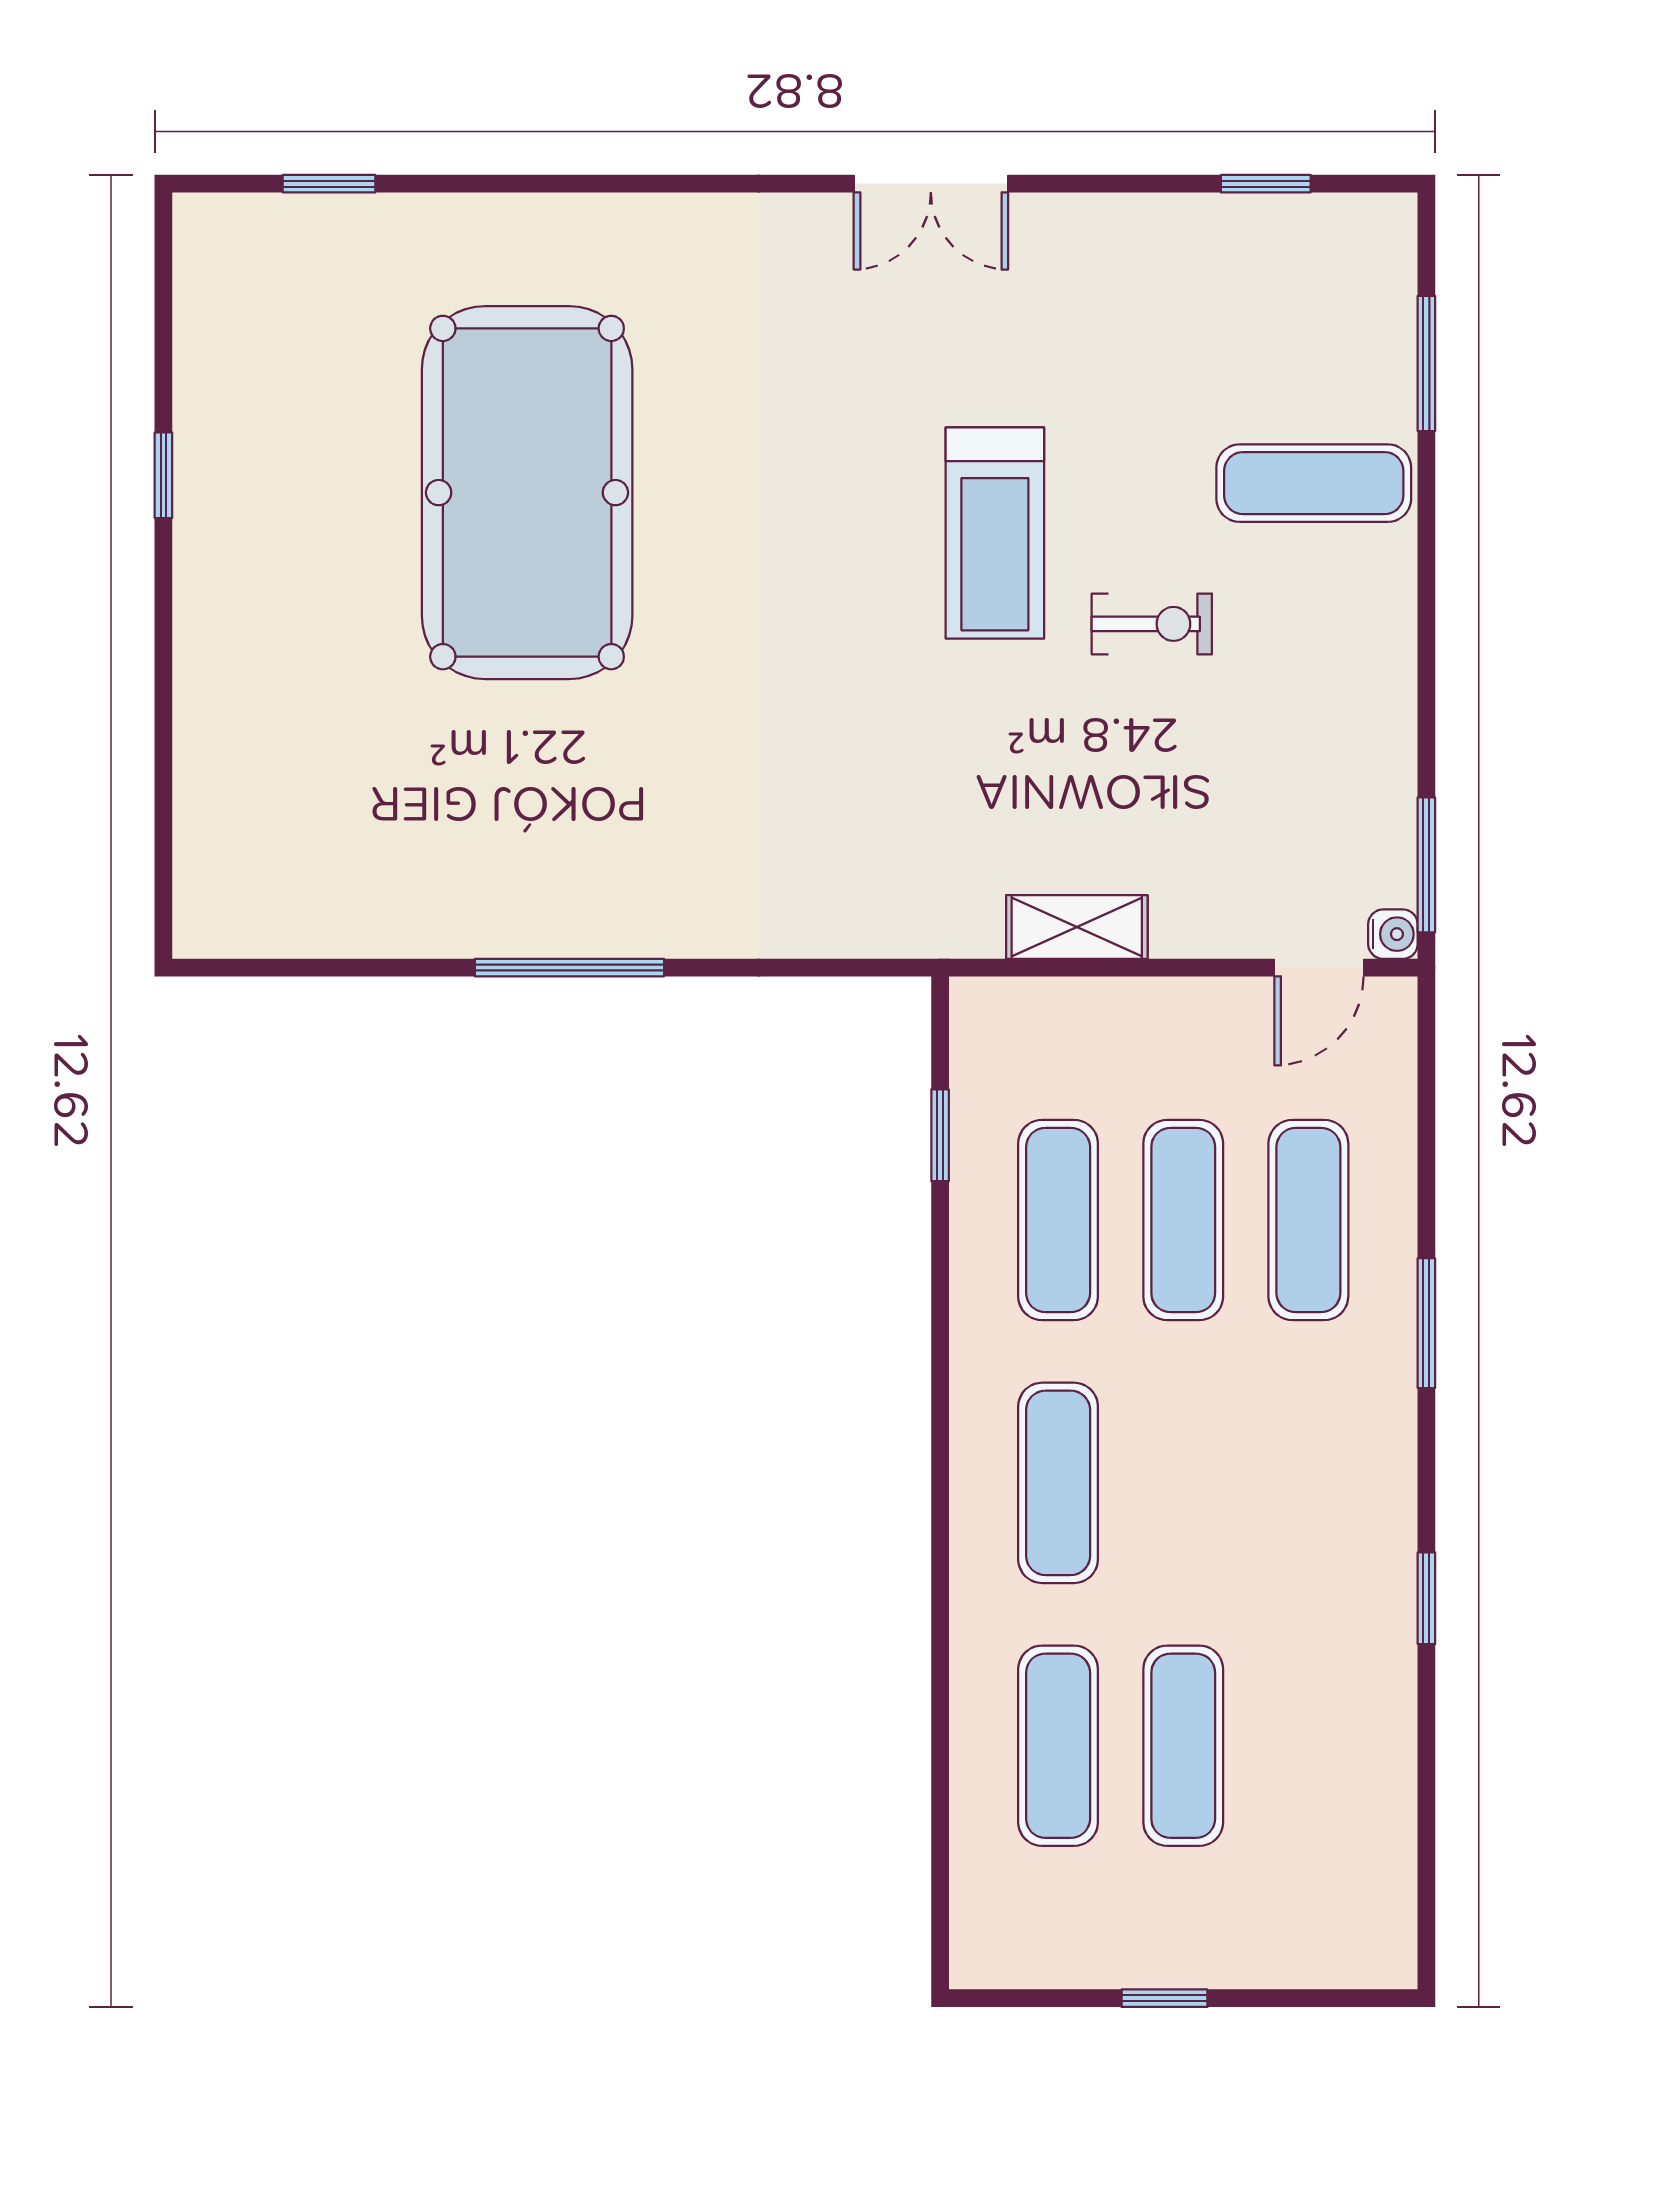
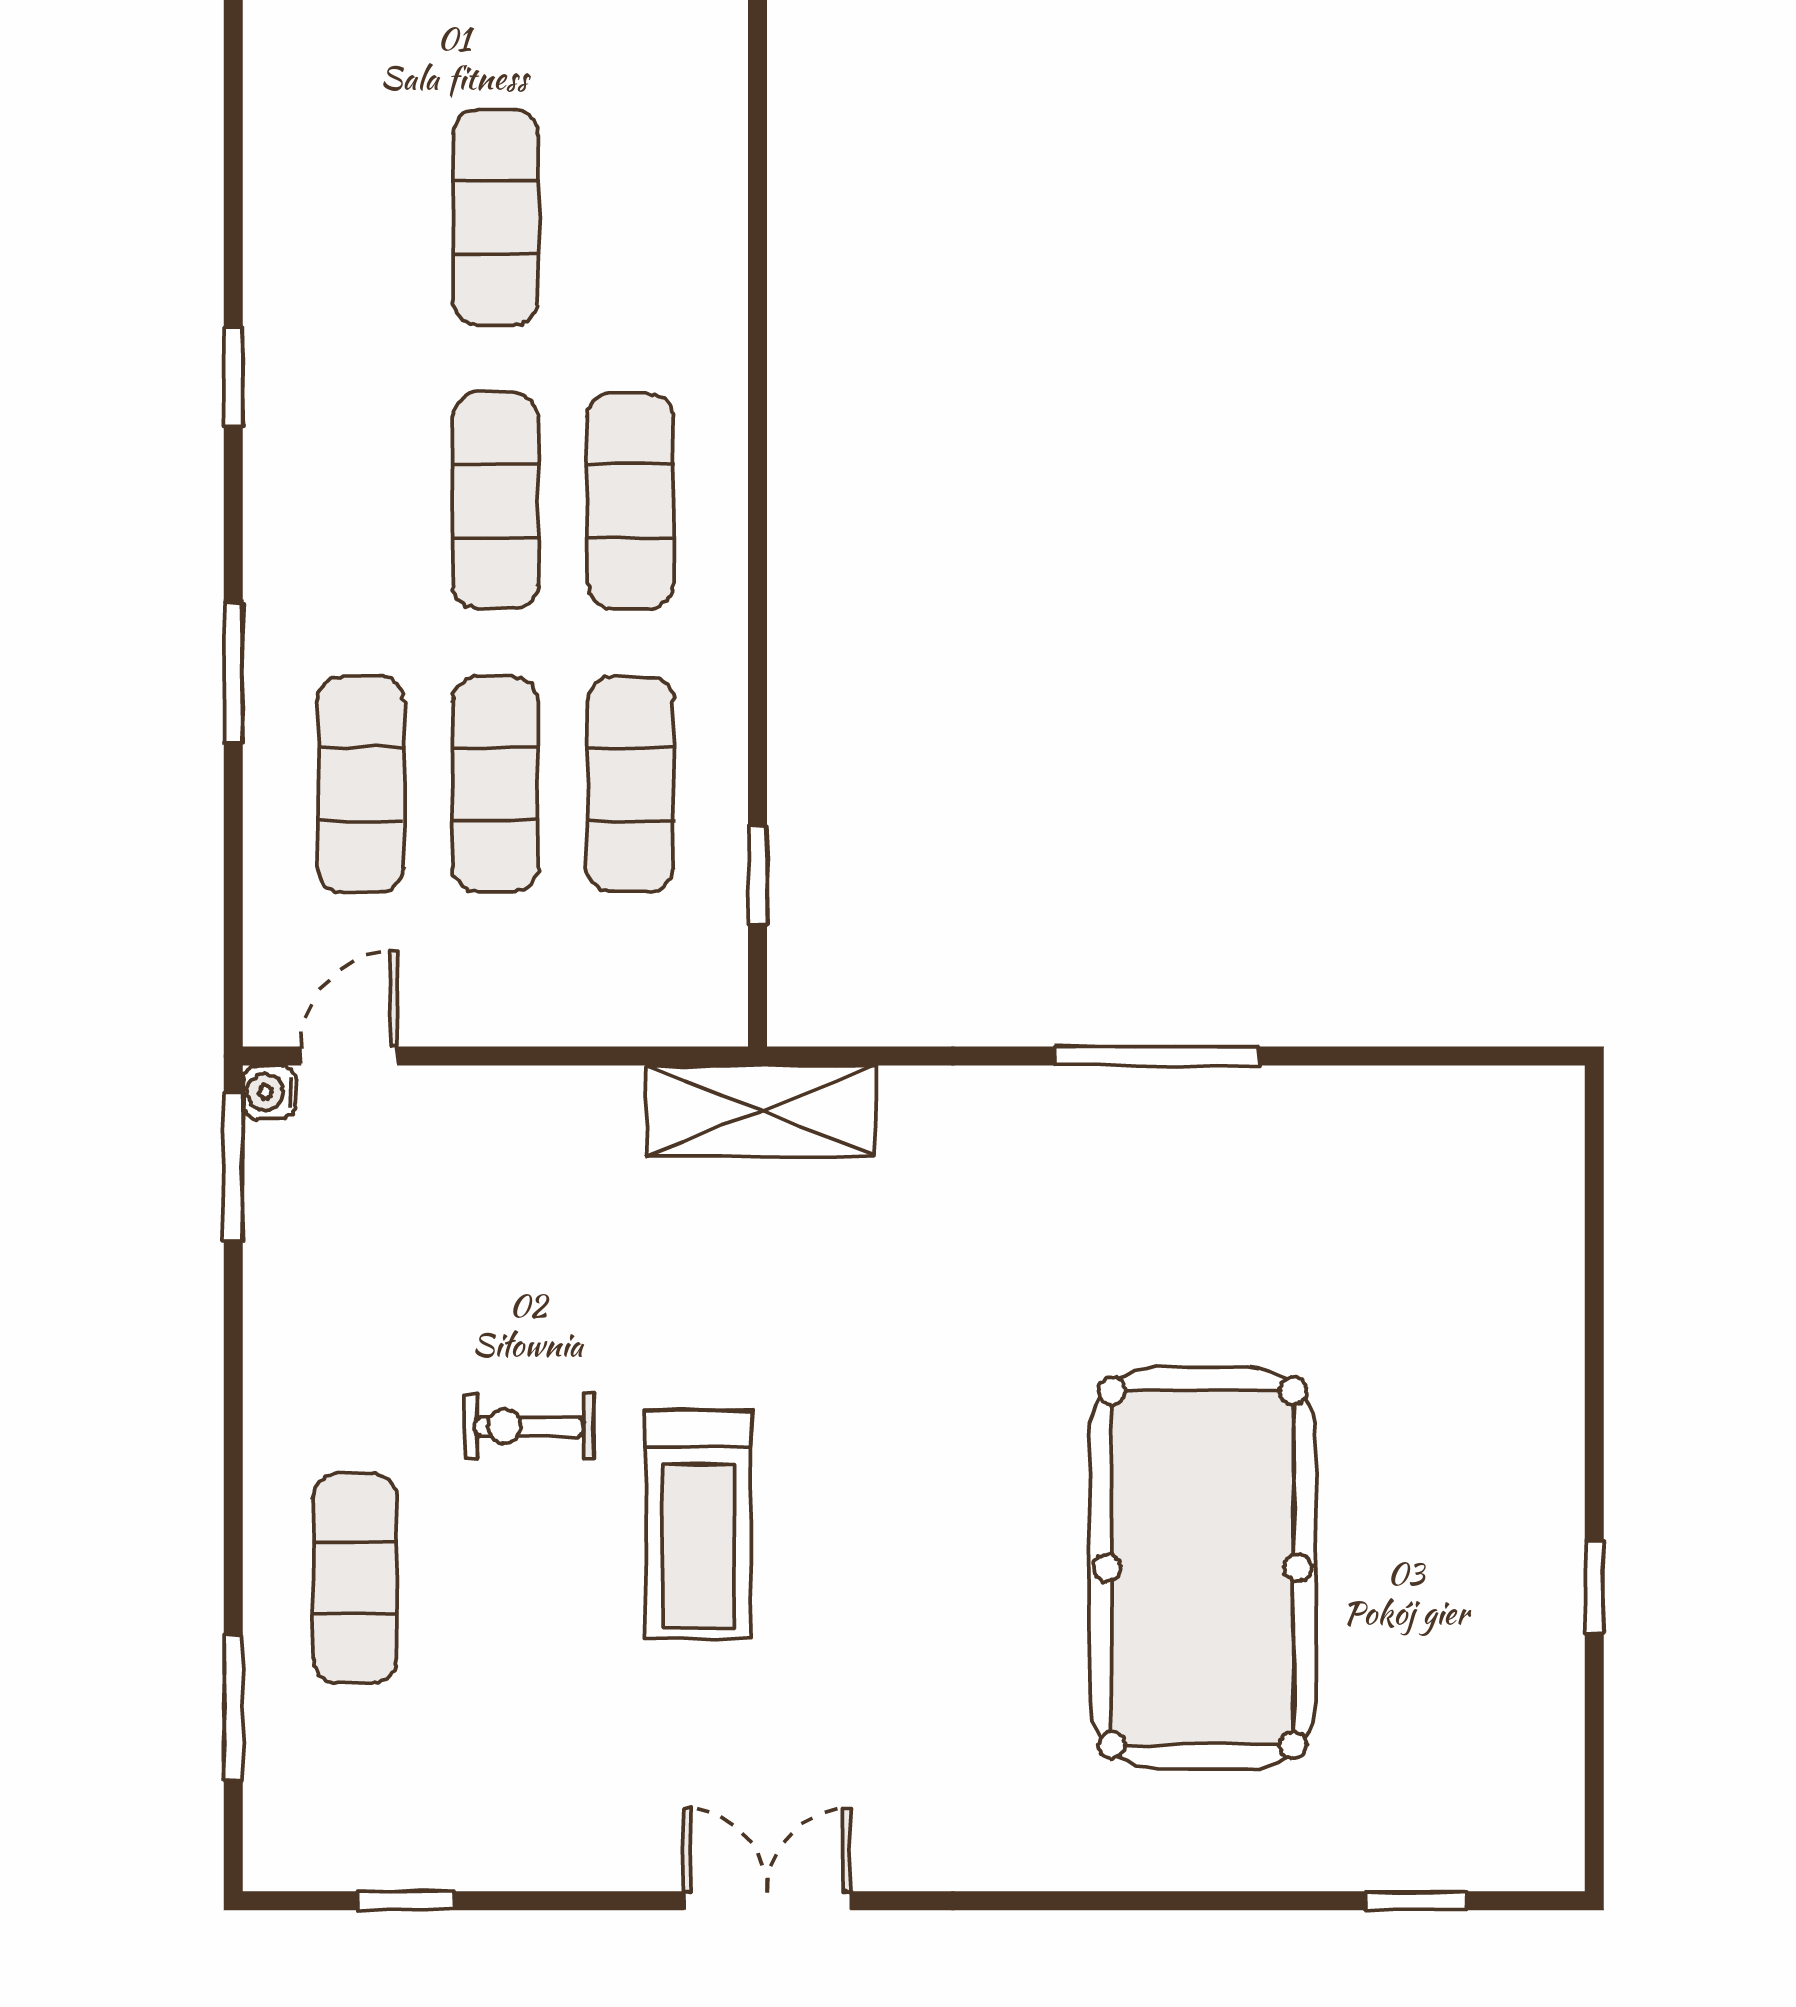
exercise mat: (1314, 483) -> (355, 1578), turned 90
treadmill: (995, 533) -> (698, 1524), turned 180
shelving: (1077, 927) -> (761, 1111), moved, width x1.50, depth x1.33
exercise mat: (1058, 1746) -> (495, 501), moved

